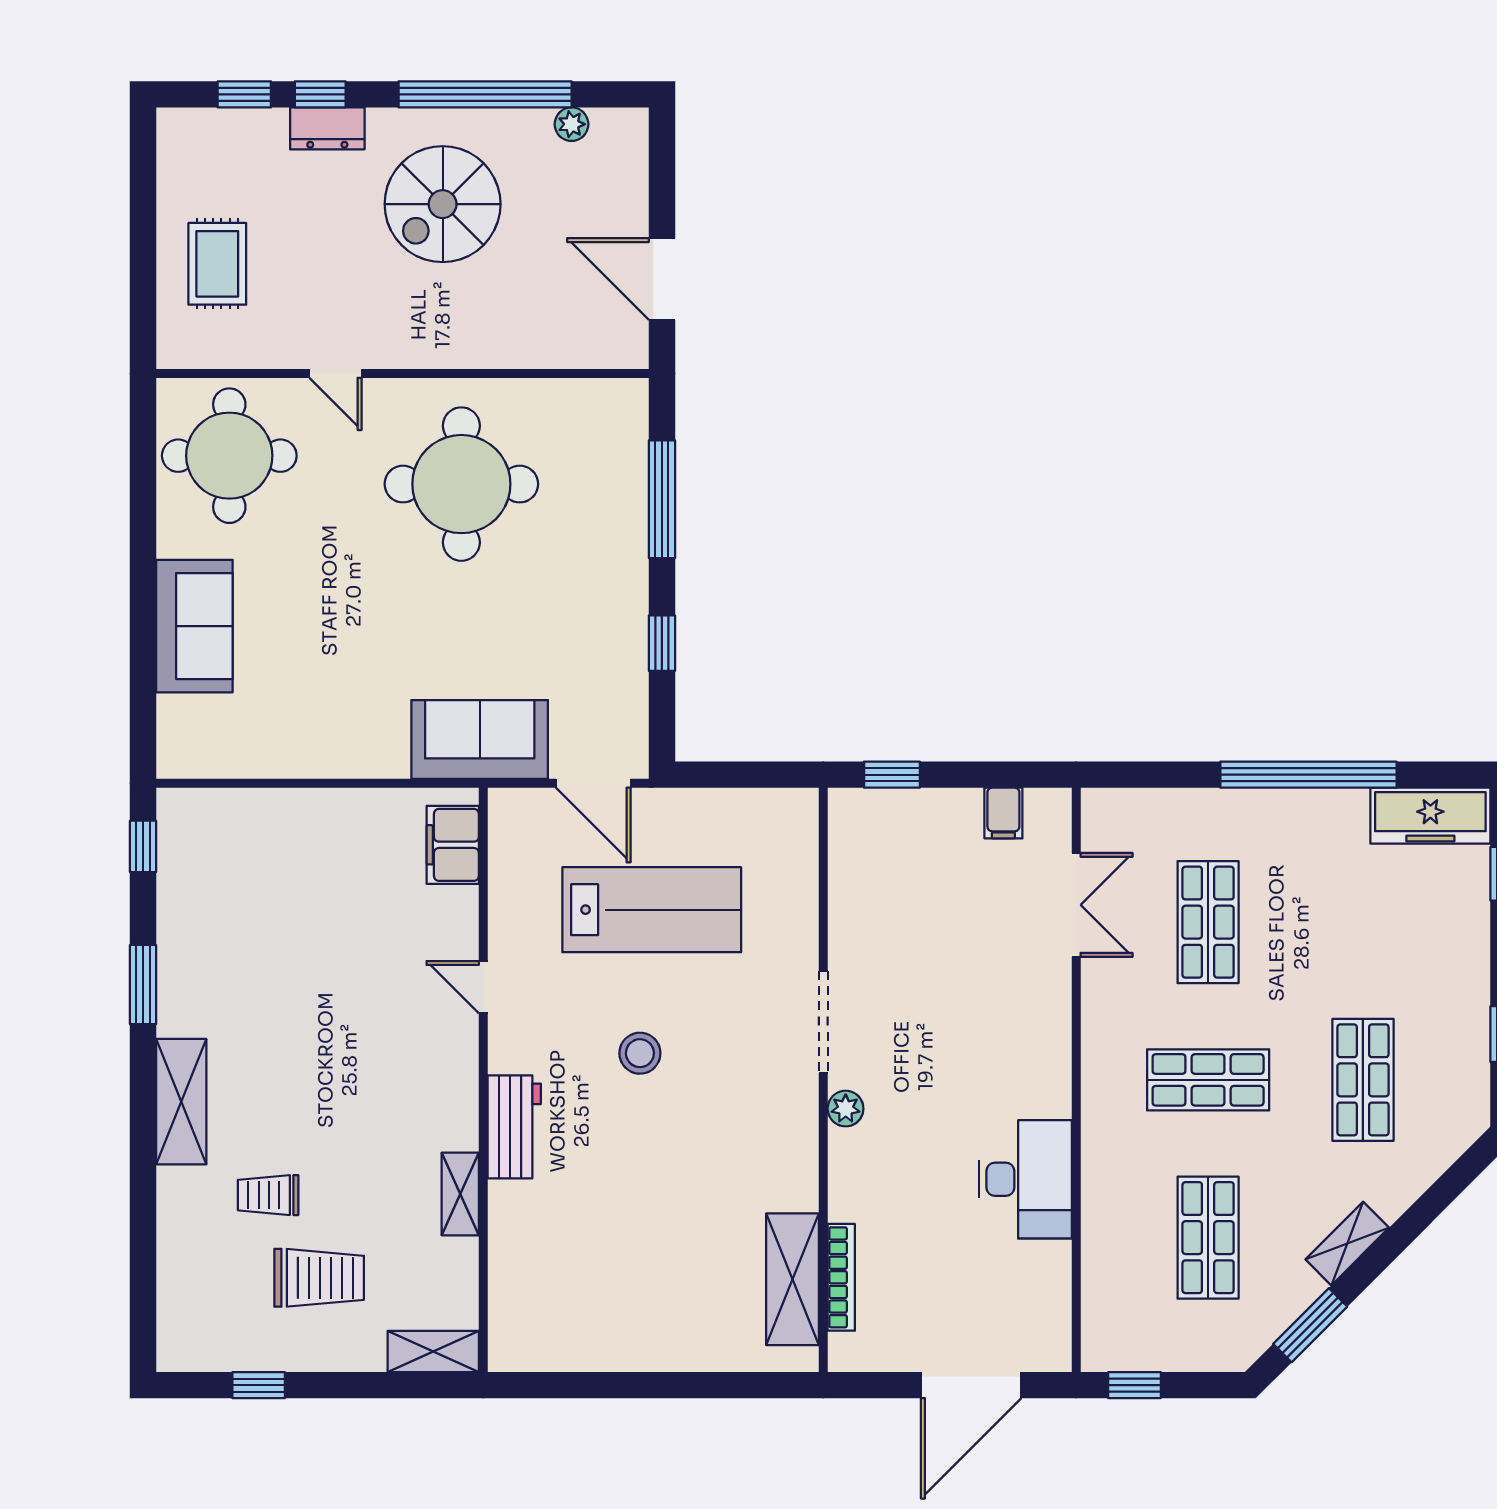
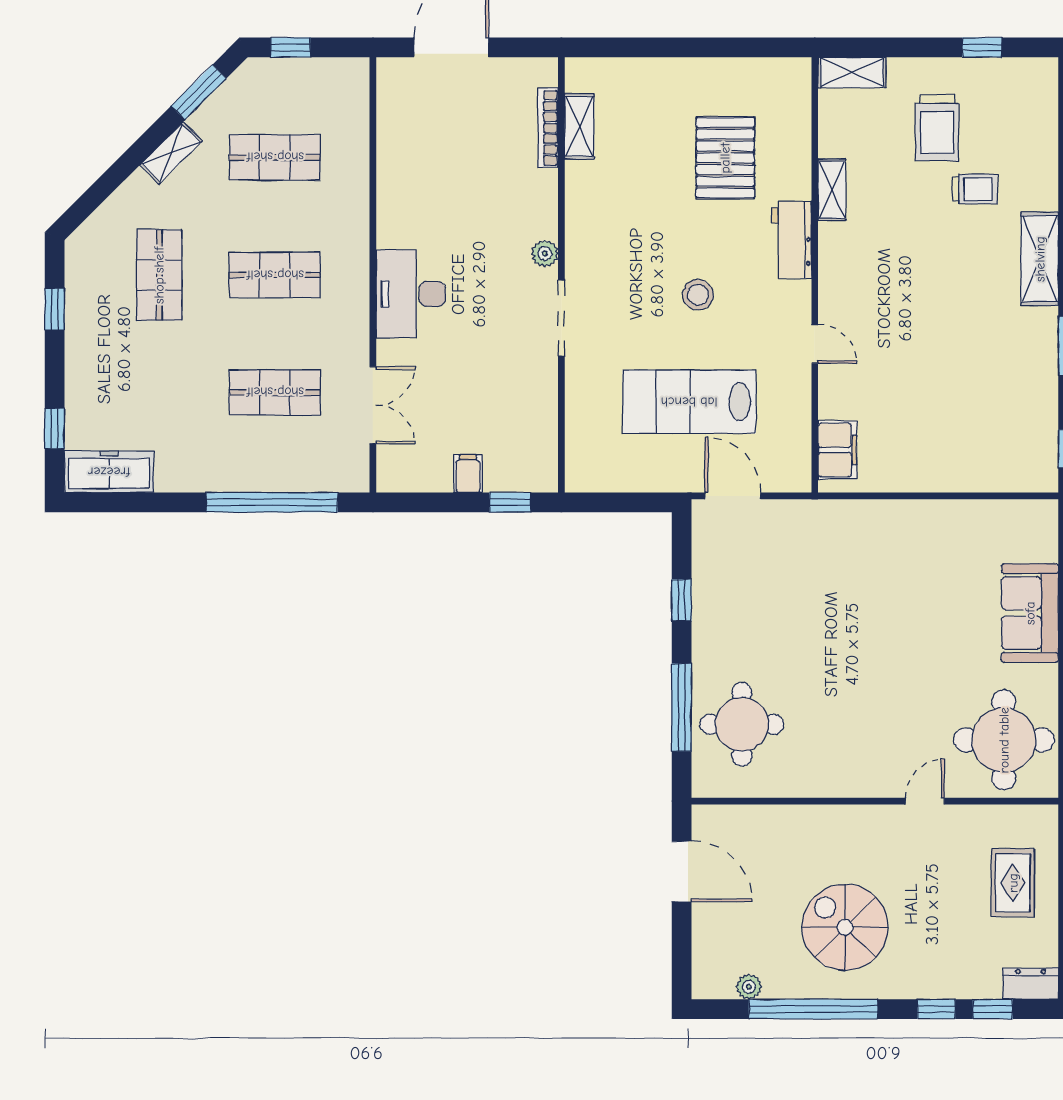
dresser: (327, 128) -> (1031, 984), moved
spiral stairs: (443, 204) -> (845, 927), turned -90
door: (335, 373) -> (925, 801), hinge flipped
round table: (461, 484) -> (742, 724), moved, width x0.73, depth x0.73
sofa: (480, 739) -> (817, 528), removed
window: (1308, 775) -> (272, 502), moved
filing cabinet: (1003, 813) -> (468, 474), moved
double door: (1076, 905) -> (373, 405), swing flipped
shop shelf: (1208, 922) -> (275, 392), turned 90
desk: (1025, 1179) -> (411, 294), moved
pallet: (603, 1237) -> (725, 158), added
shop shelf: (1208, 1238) -> (275, 157), turned 90
trolley: (319, 1278) -> (937, 127), turned -90
shelving: (793, 1279) -> (579, 126), width x0.67, depth x0.75
window: (1134, 1385) -> (290, 47), moved

